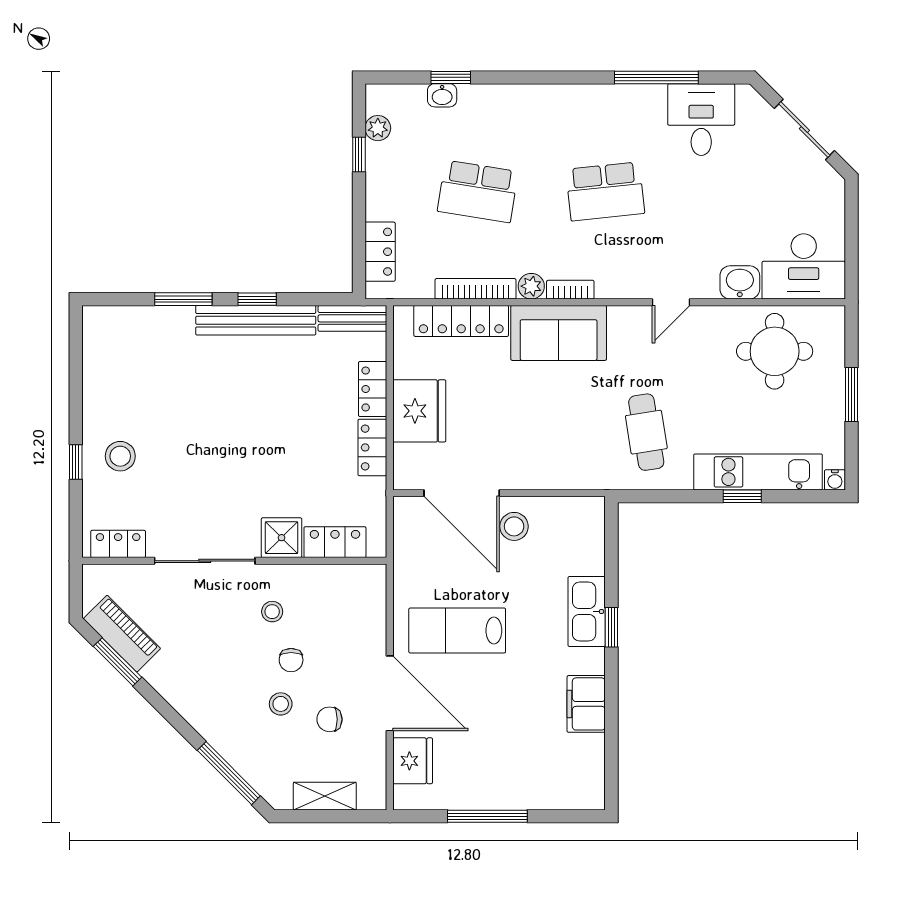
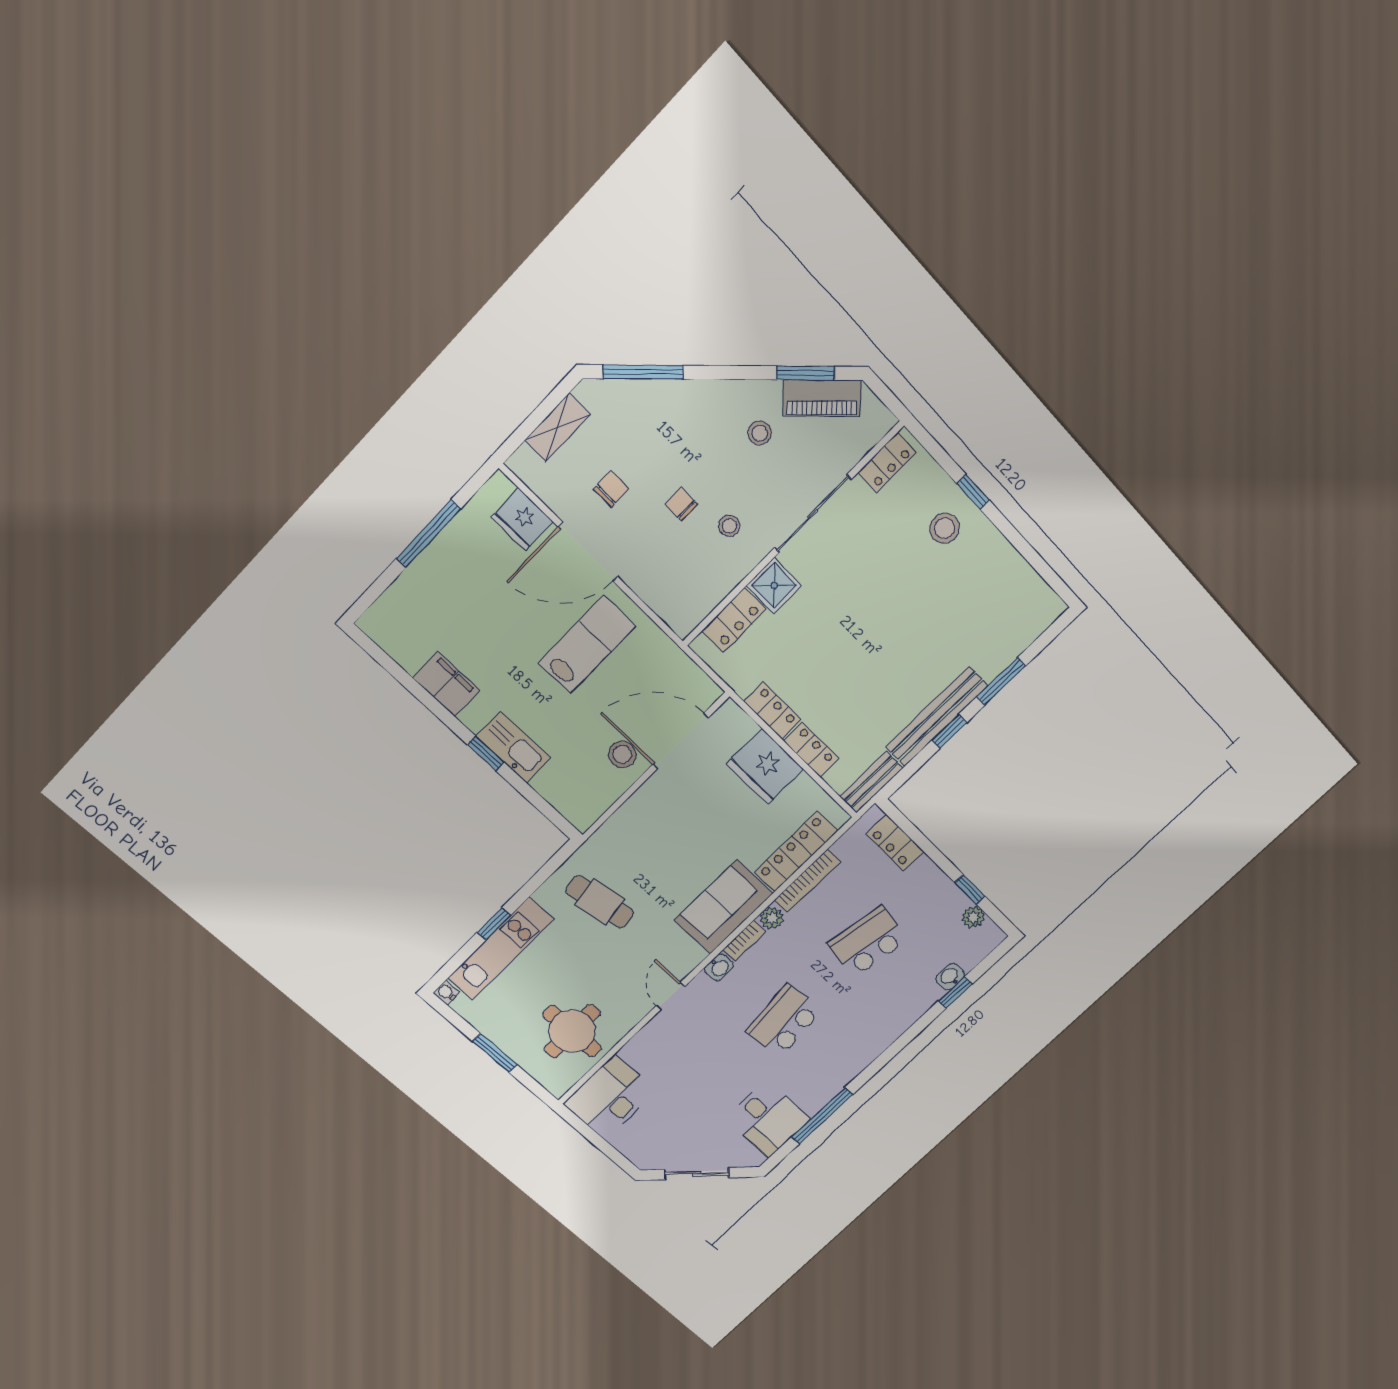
washbasin: (740, 282) -> (719, 967), moved, width x0.72, depth x0.69
stool: (281, 704) -> (760, 433), moved

